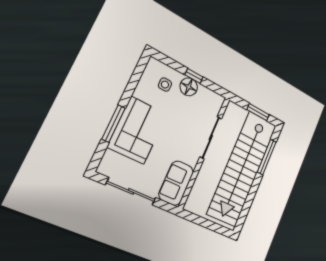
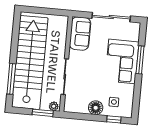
window: (194, 76) -> (114, 119), moved
plant: (234, 108) -> (54, 106), added
window: (258, 112) -> (43, 113), moved

